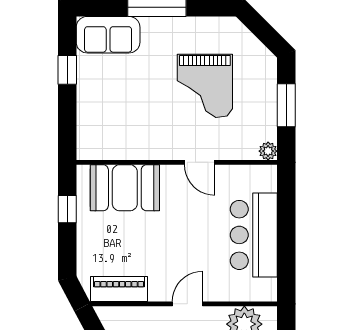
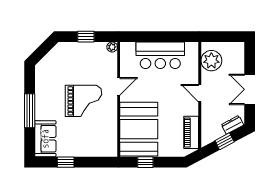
grand piano: (205, 86) -> (83, 101), moved
window: (286, 105) -> (86, 37), width x0.67
booth: (125, 188) -> (139, 129), width x1.36, depth x1.42

